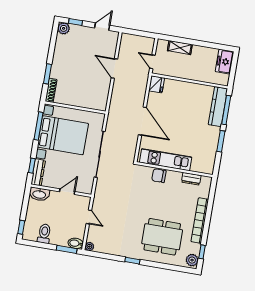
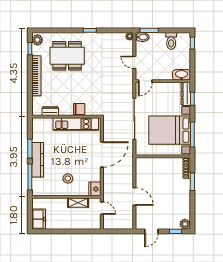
shelving: (180, 48) -> (78, 203), moved
stool: (185, 101) -> (68, 178), added
kitchen counter: (218, 107) -> (38, 160), moved
door: (142, 121) -> (102, 155), swing flipped
door: (67, 192) -> (145, 81), moved

